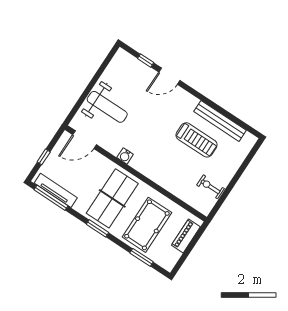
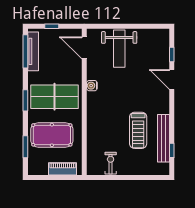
window: (237, 121) -> (172, 150), added

